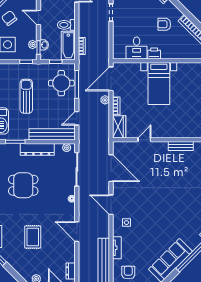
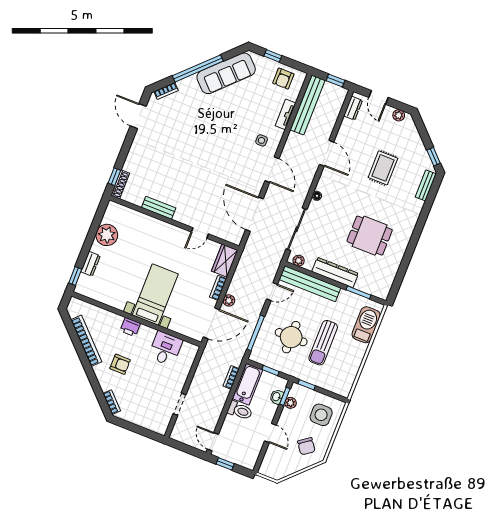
printer: (154, 53) -> (130, 327), moved
round table: (61, 83) -> (291, 337), moved

